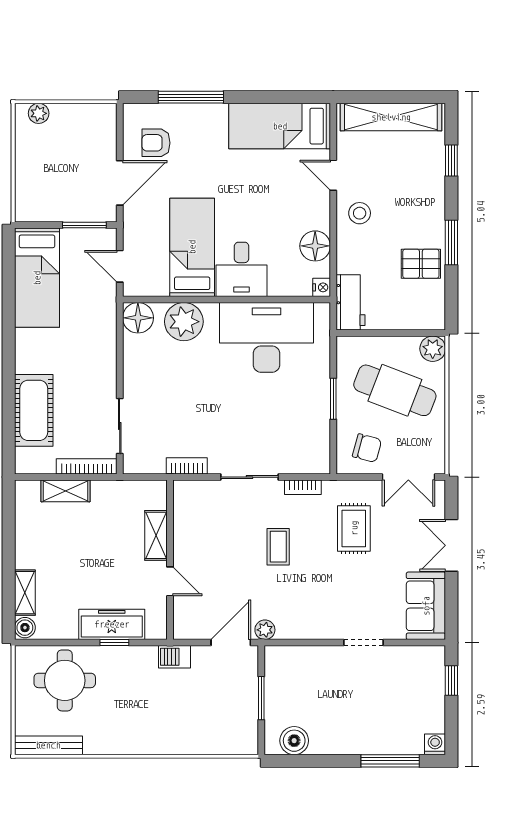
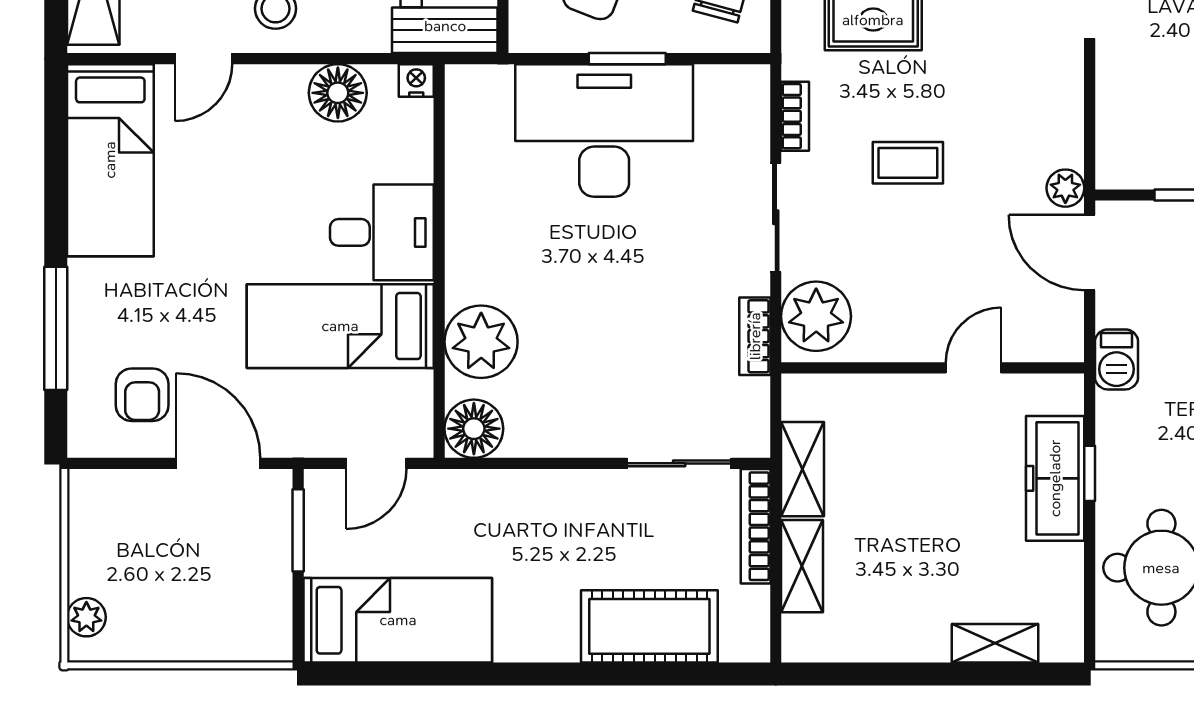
desk: (267, 337) -> (604, 130), moved, turned 90
plant: (197, 498) -> (816, 316), added
shelving: (156, 535) -> (802, 469), moved, turned 90
boiler: (25, 628) -> (1061, 643), removed

